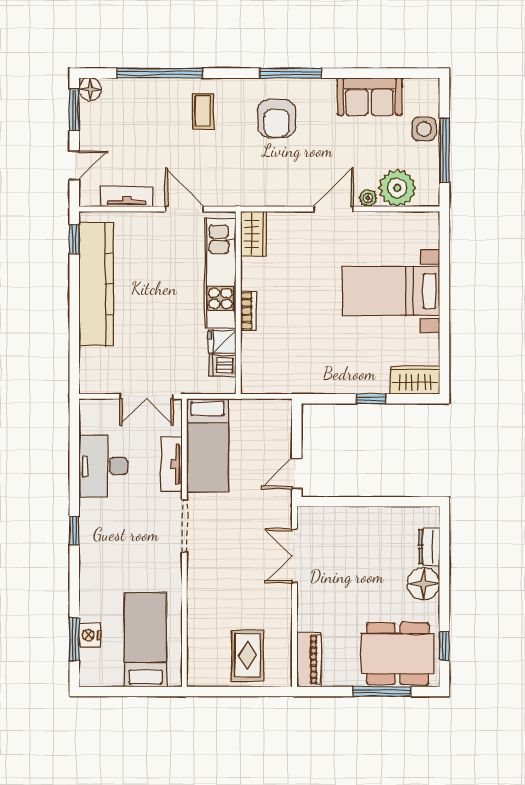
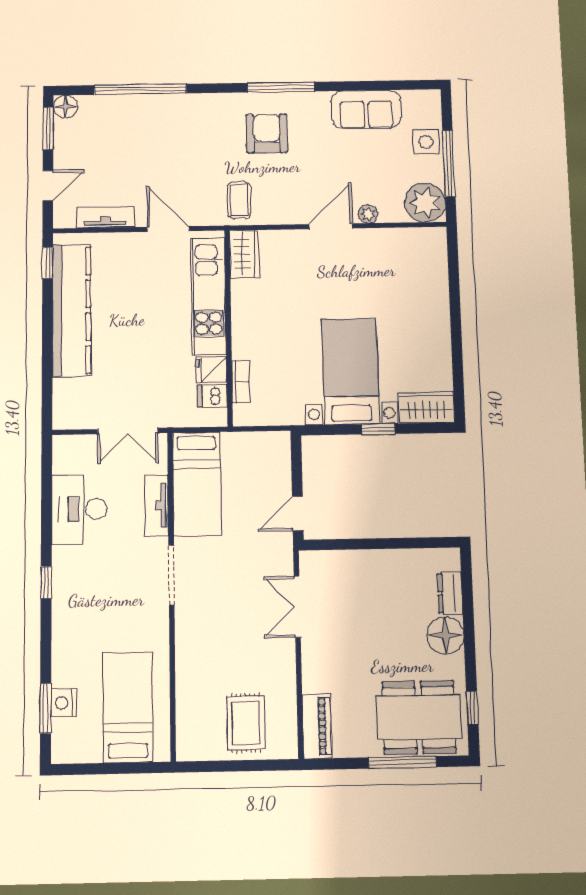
coffee table: (203, 111) -> (239, 200), moved
armchair: (277, 118) -> (267, 133), turned 180
plant: (397, 188) -> (425, 203), moved
bed with nightstands: (391, 291) -> (350, 371), moved, turned 90
bookcase: (248, 311) -> (241, 382), moved

